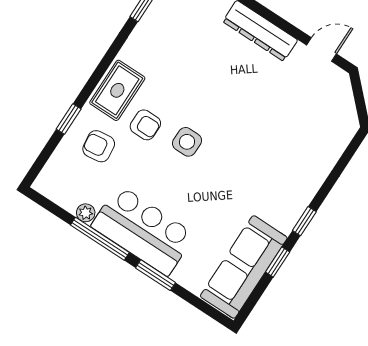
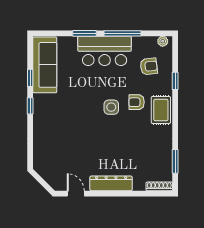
door: (321, 49) -> (76, 194), swing flipped
armchair: (99, 146) -> (149, 66), moved
plant: (86, 213) -> (163, 41), moved

